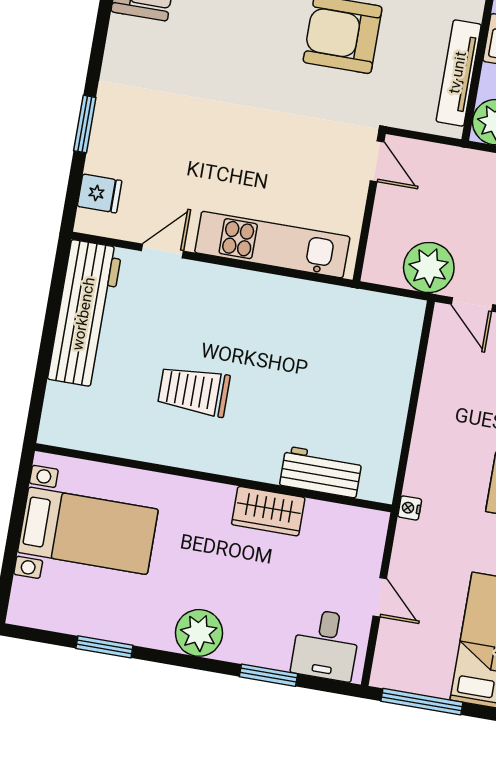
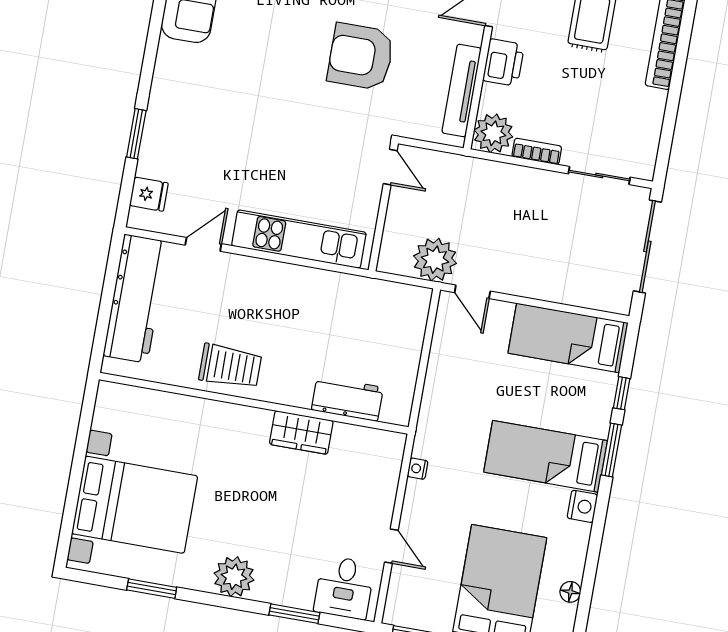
trolley: (194, 391) -> (230, 366), turned 180
workbench: (321, 472) -> (347, 399), moved
wall: (213, 478) -> (254, 403), moved
wardrobe: (268, 511) -> (301, 432), moved
bed with nightstands: (88, 531) -> (135, 505), width x1.36

